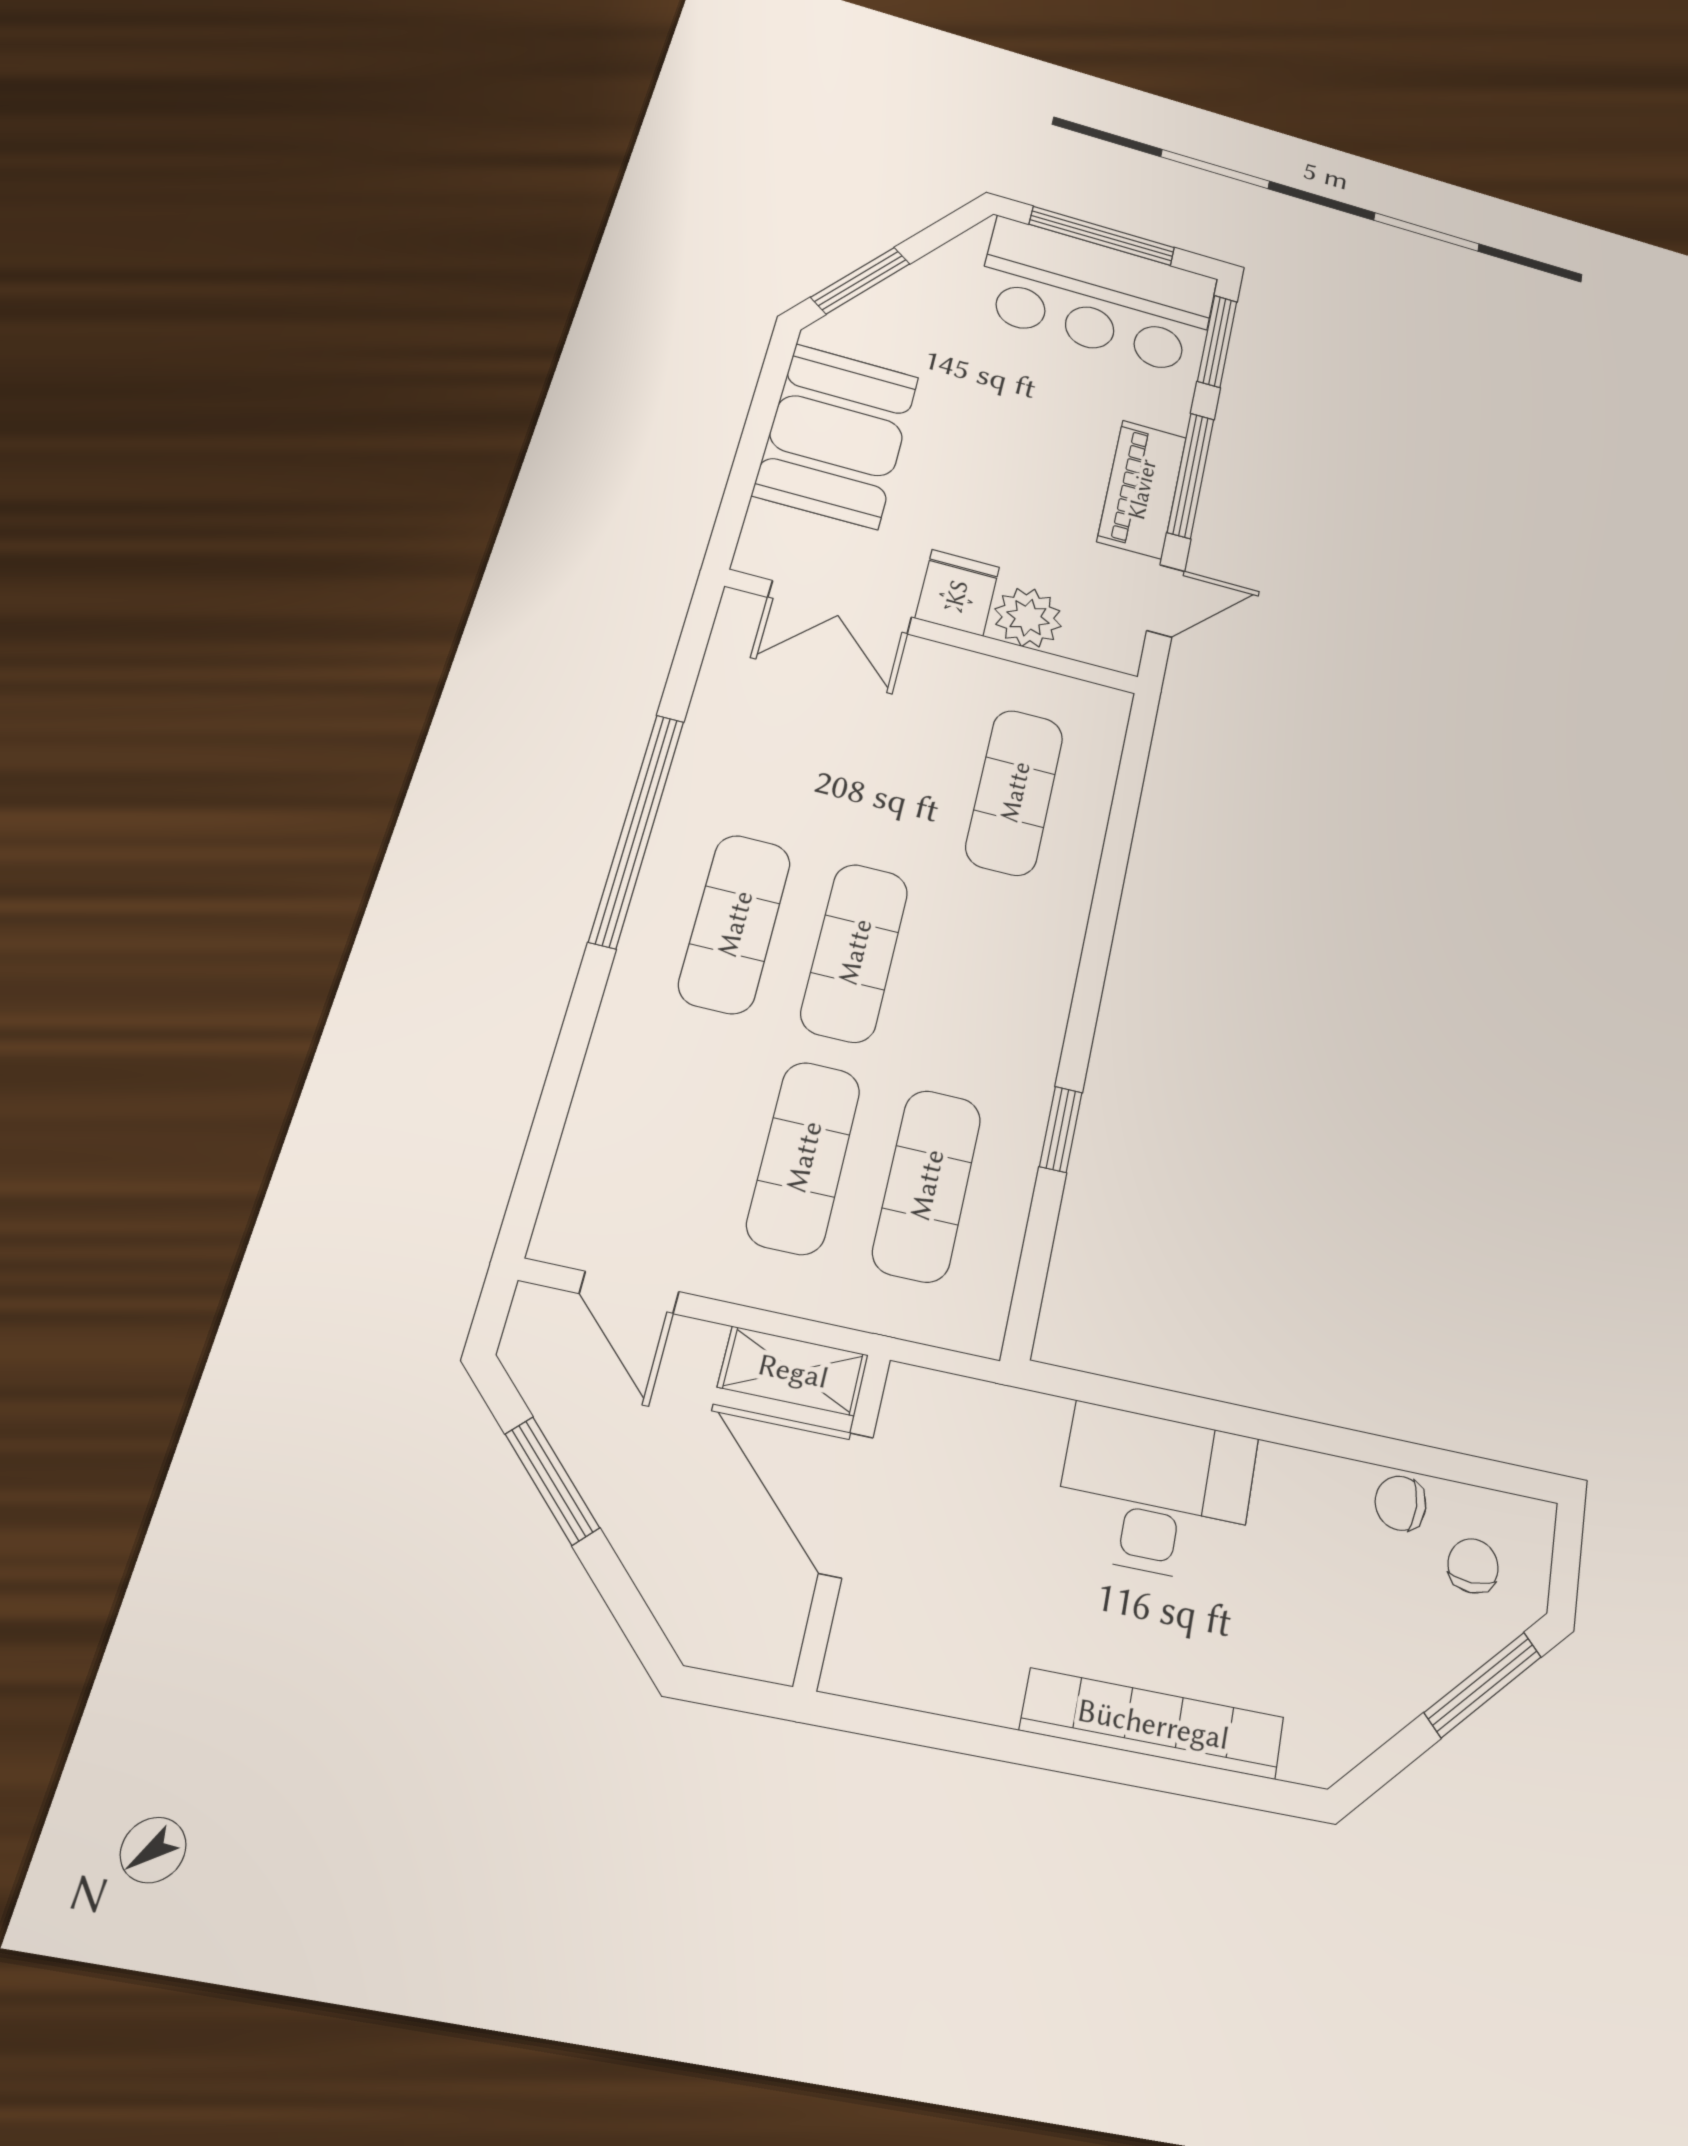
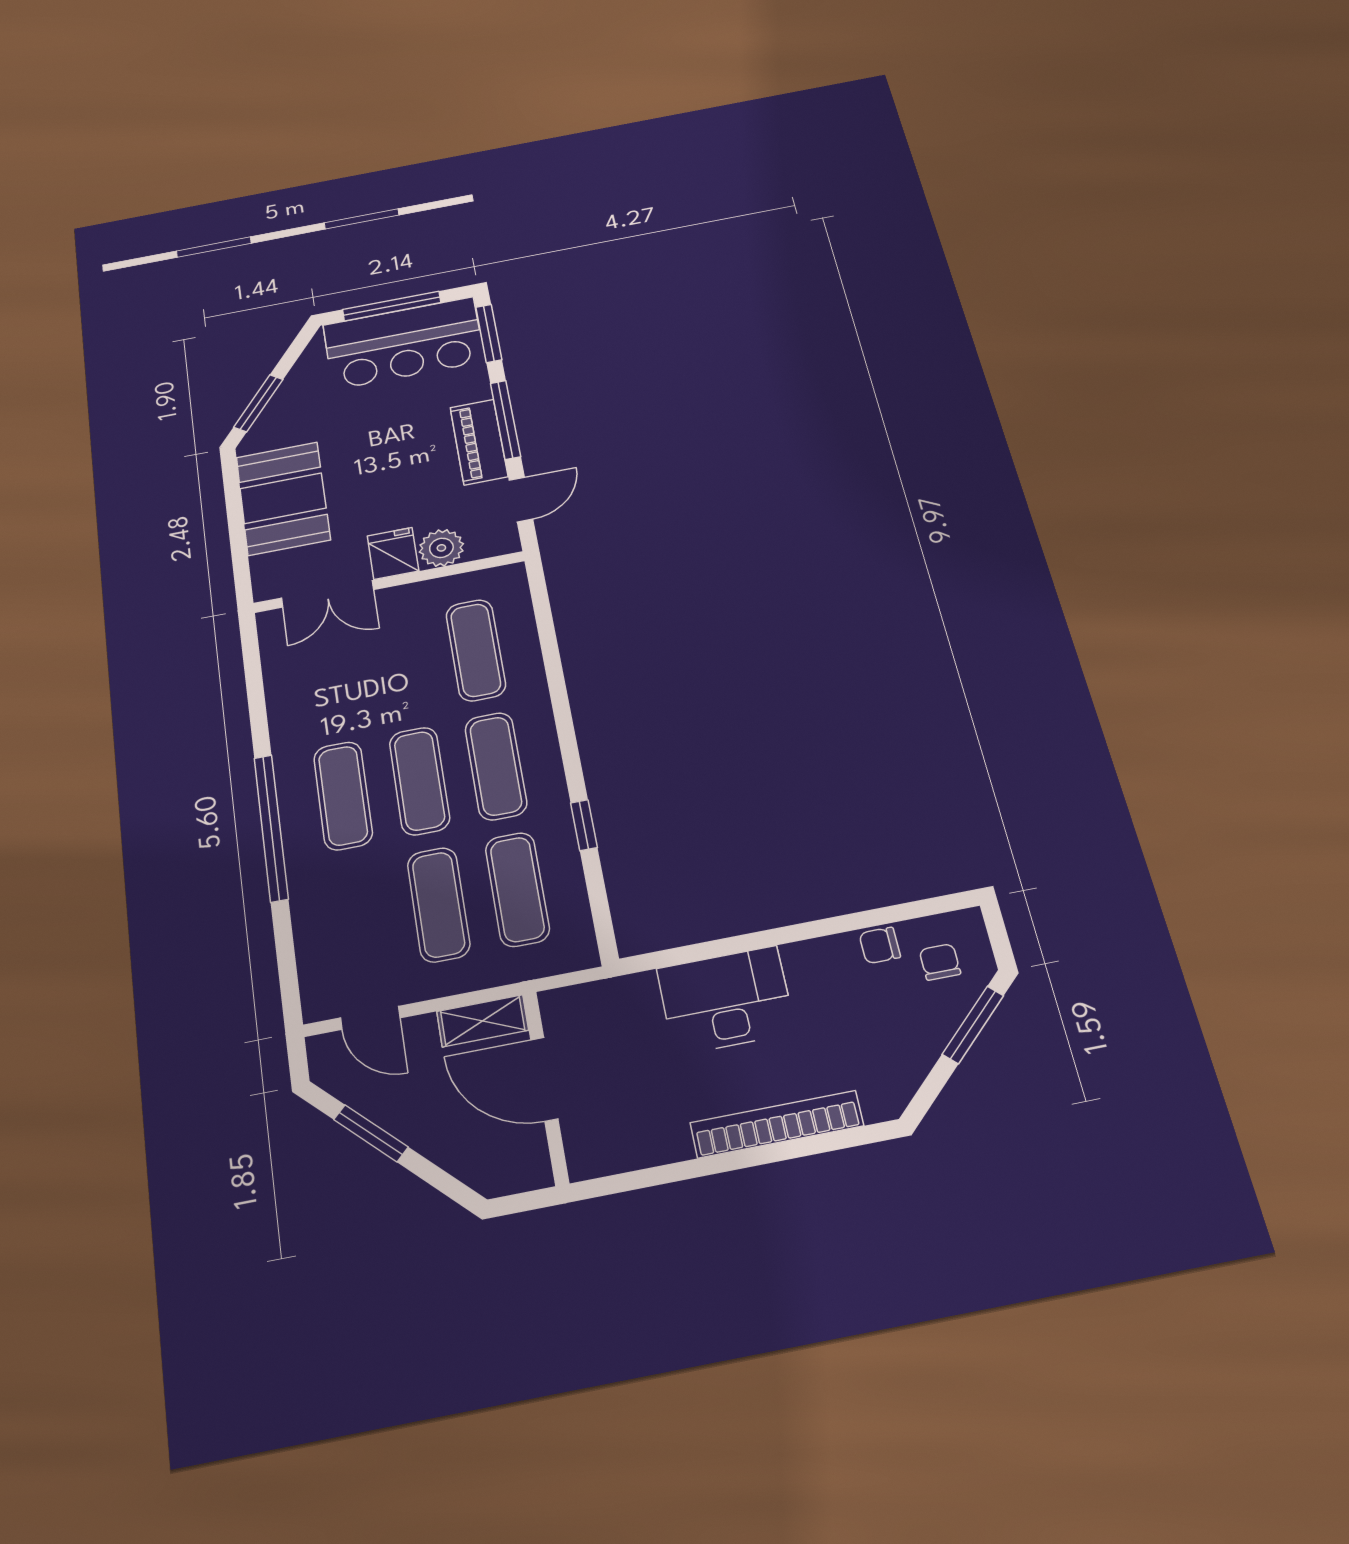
window: (637, 830) -> (271, 828), moved
exercise mat: (973, 981) -> (496, 766), added

